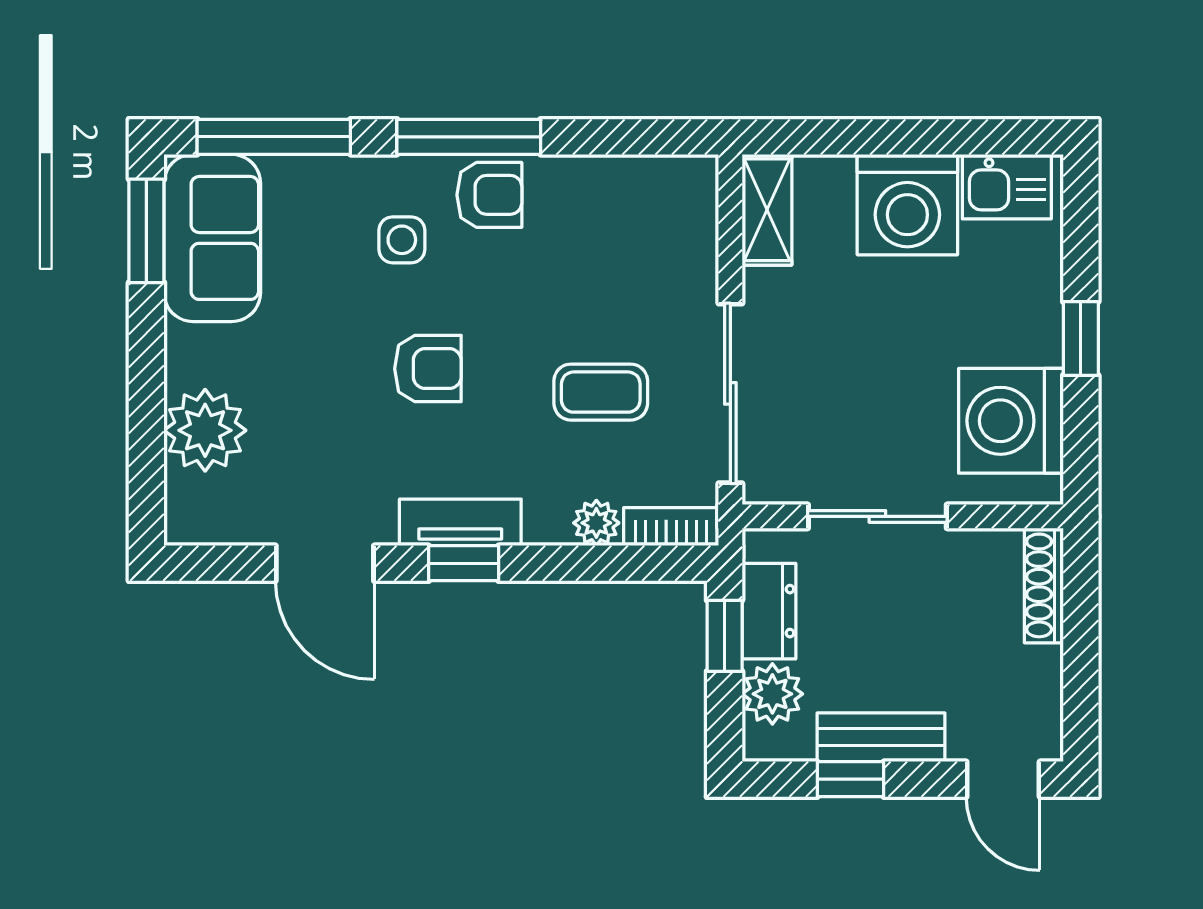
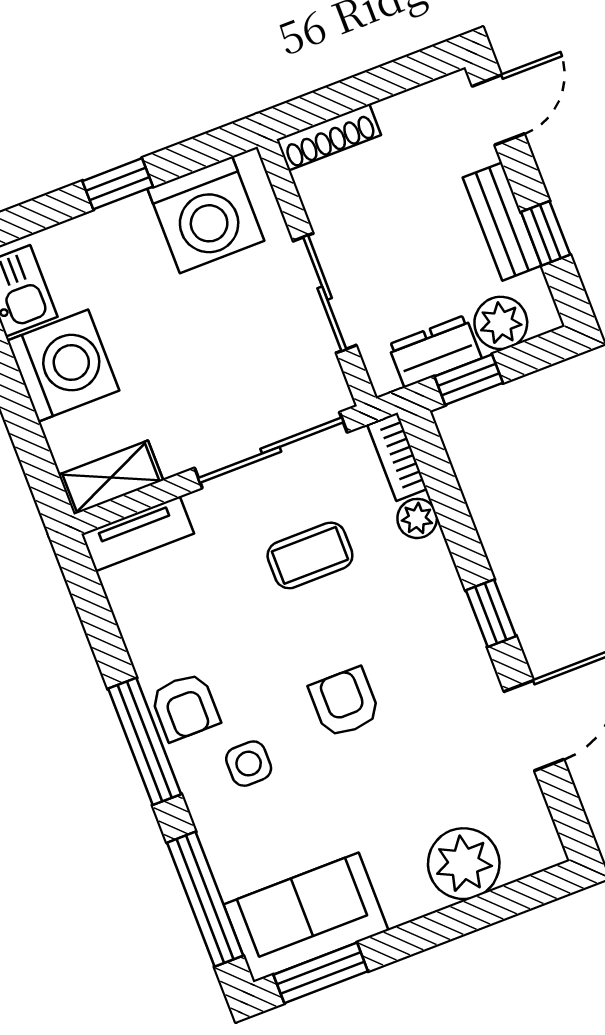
armchair: (489, 195) -> (185, 707), turned 180
coffee table: (601, 392) -> (310, 555), turned 90
tv unit: (460, 522) -> (138, 534), moved, turned -90

